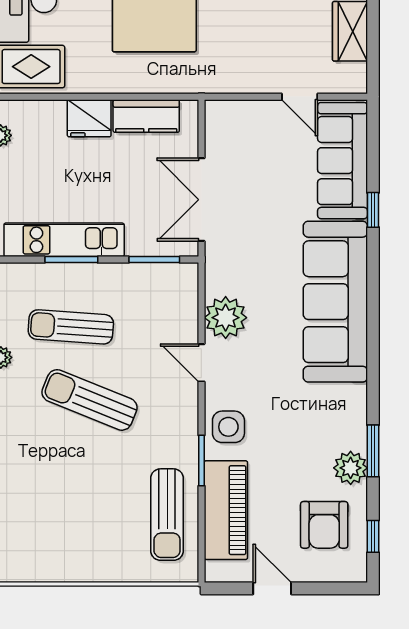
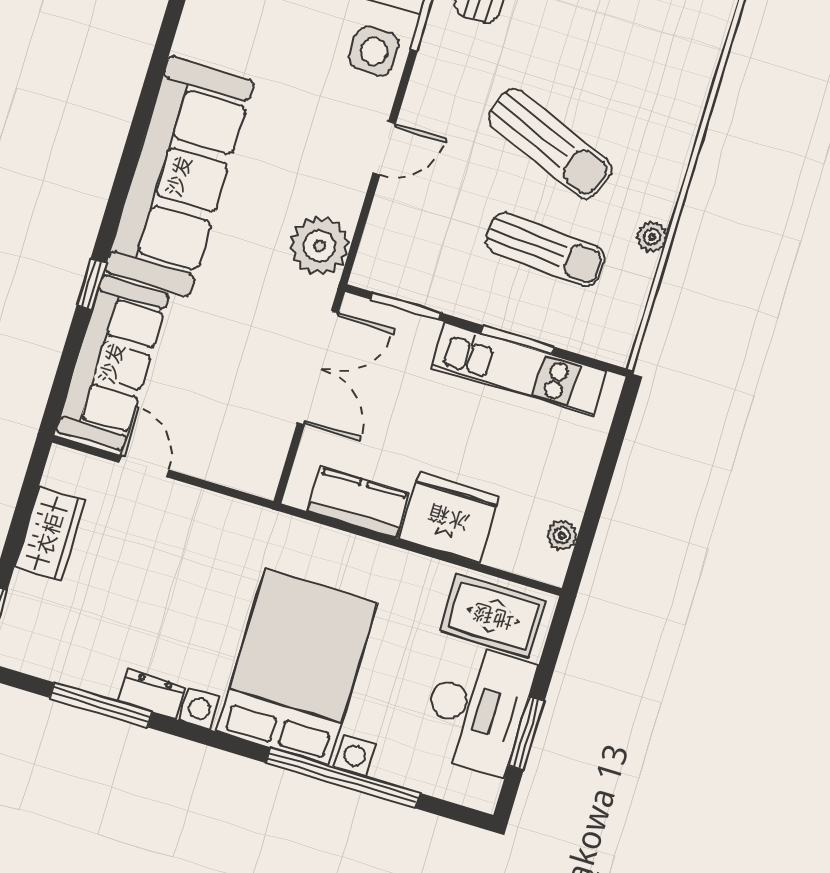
fridge: (89, 118) -> (449, 517), width x1.36, depth x1.34
plant: (226, 318) -> (319, 246), moved
door: (201, 363) -> (384, 148), hinge flipped

